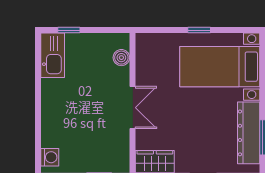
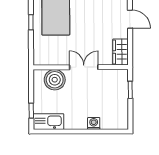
boiler: (121, 58) -> (55, 80), width x1.86, depth x1.86
washing machine: (50, 157) -> (94, 123), moved

